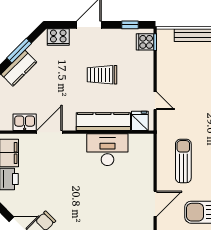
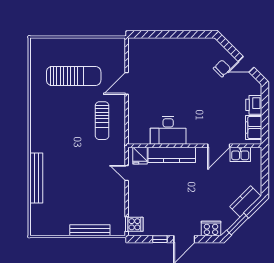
window: (130, 25) -> (160, 239), moved
window: (19, 51) -> (238, 224), moved
trolley: (102, 75) -> (173, 196), removed

